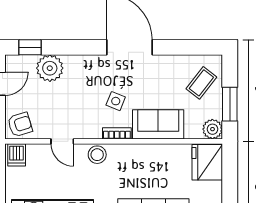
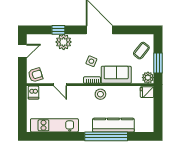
window: (30, 47) -> (58, 30), moved
plant: (50, 68) -> (64, 42), moved
stool: (97, 155) -> (100, 94), moved
fridge: (207, 162) -> (147, 92), width x0.53, depth x0.75

